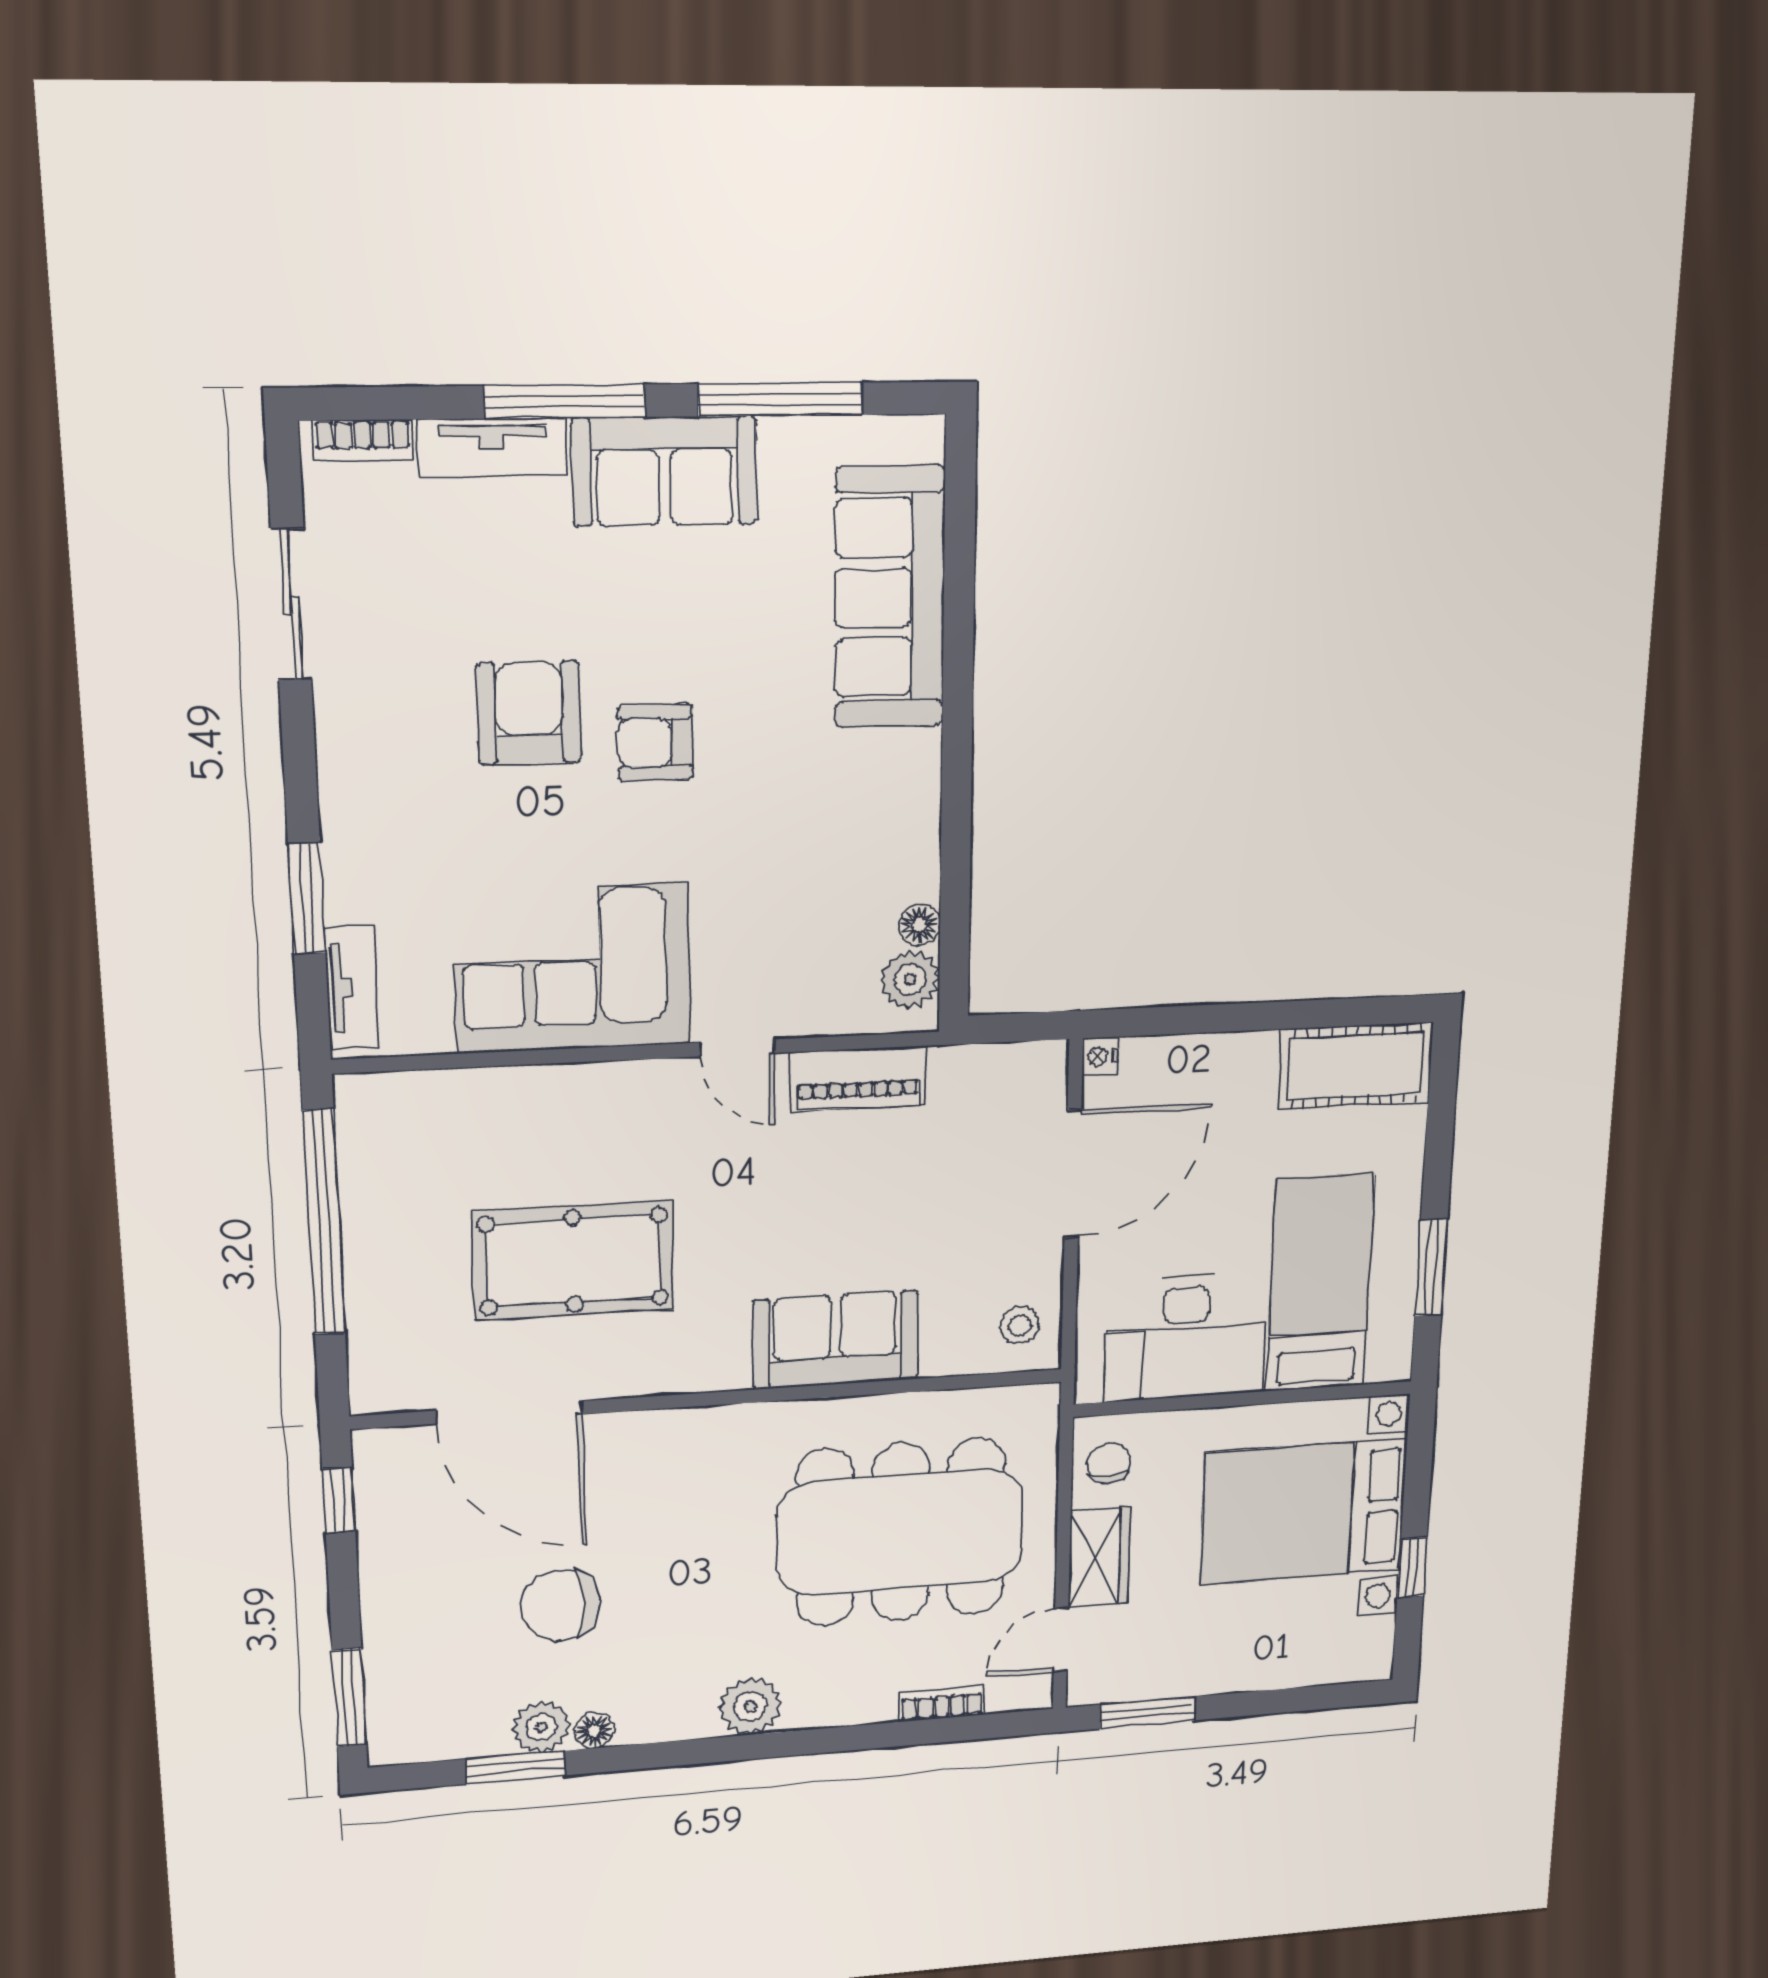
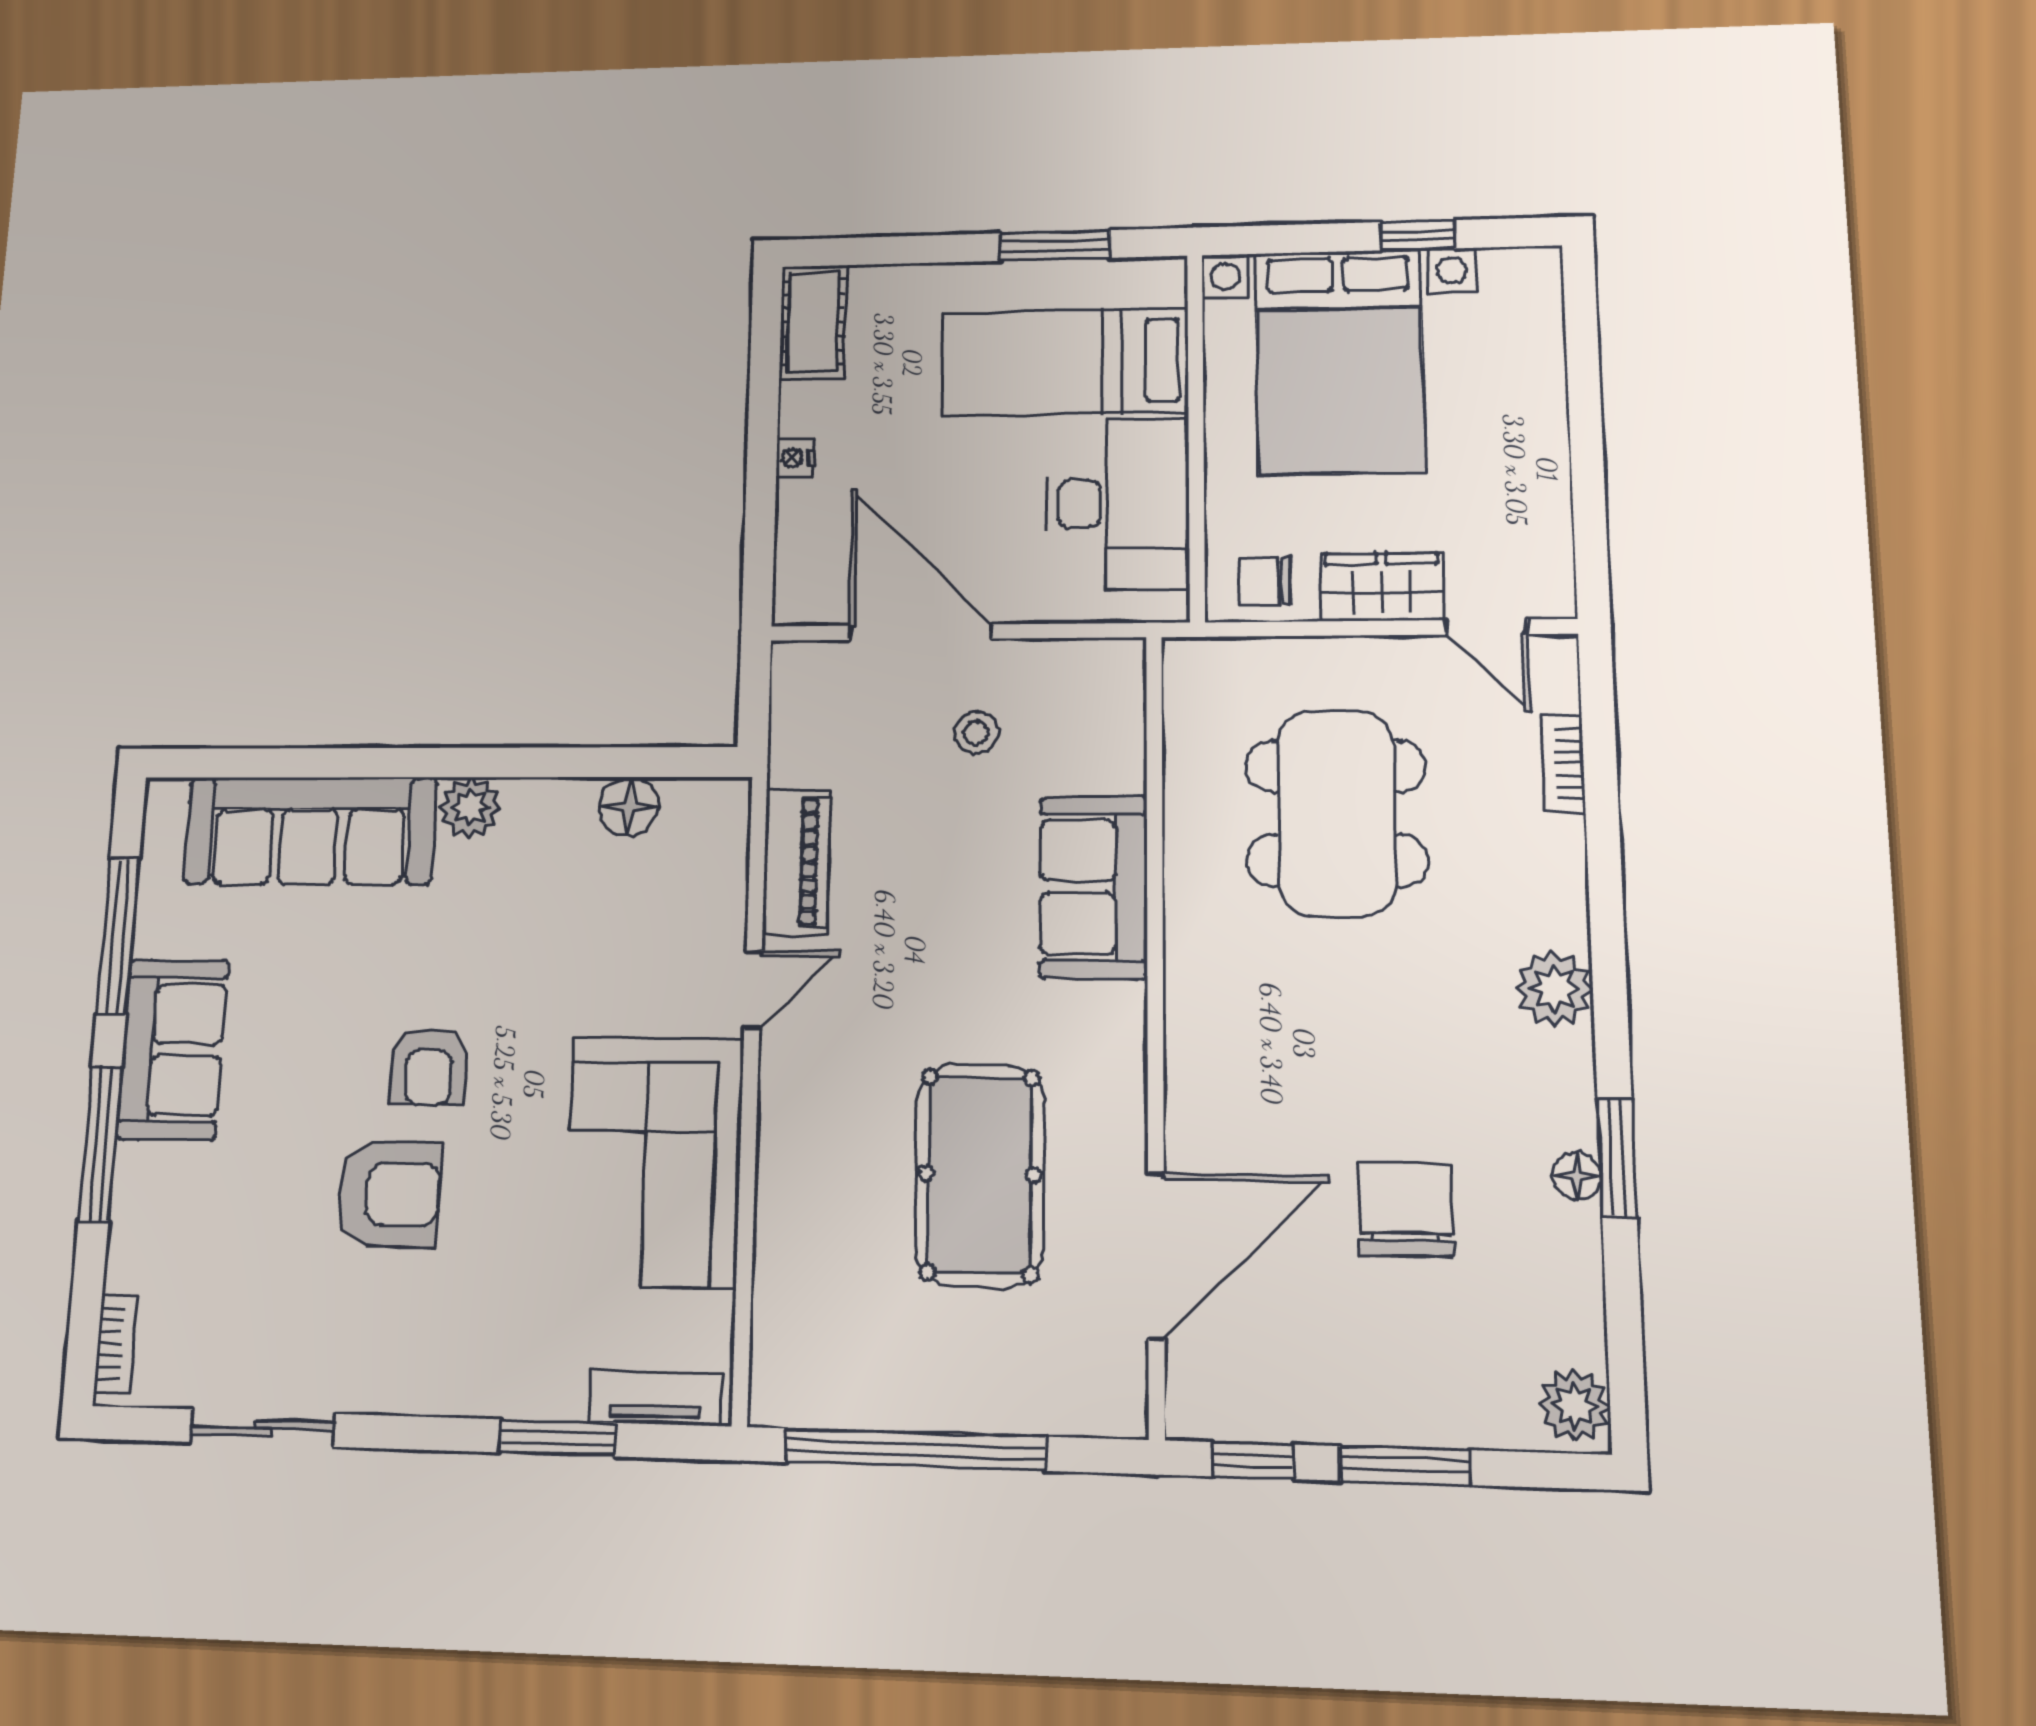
tv unit: (492, 447) -> (135, 1217), removed
armchair: (529, 713) -> (389, 1194), turned 180
floor lamp: (919, 925) -> (629, 806), width x1.37, depth x1.37
plant: (910, 980) -> (470, 808), moved
nightstand: (1100, 1056) -> (795, 458), moved, turned 90
cot: (1356, 1066) -> (813, 322), width x0.73, depth x0.75
stool: (1020, 1325) -> (976, 732), moved
dining table: (901, 1532) -> (1336, 813), width x0.73, depth x0.80
chair: (560, 1605) -> (1405, 1209), turned 180
window: (349, 1698) -> (1405, 1465), moved
window: (1147, 1713) -> (1590, 524), removed
plant: (541, 1727) -> (1574, 1406), moved
window: (516, 1767) -> (1617, 1157), moved

